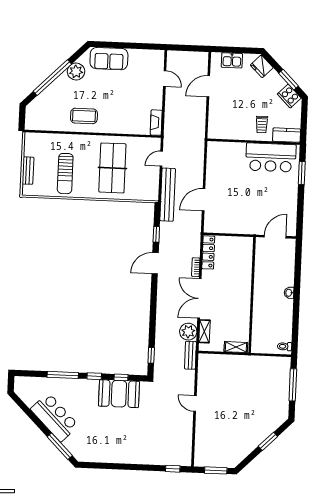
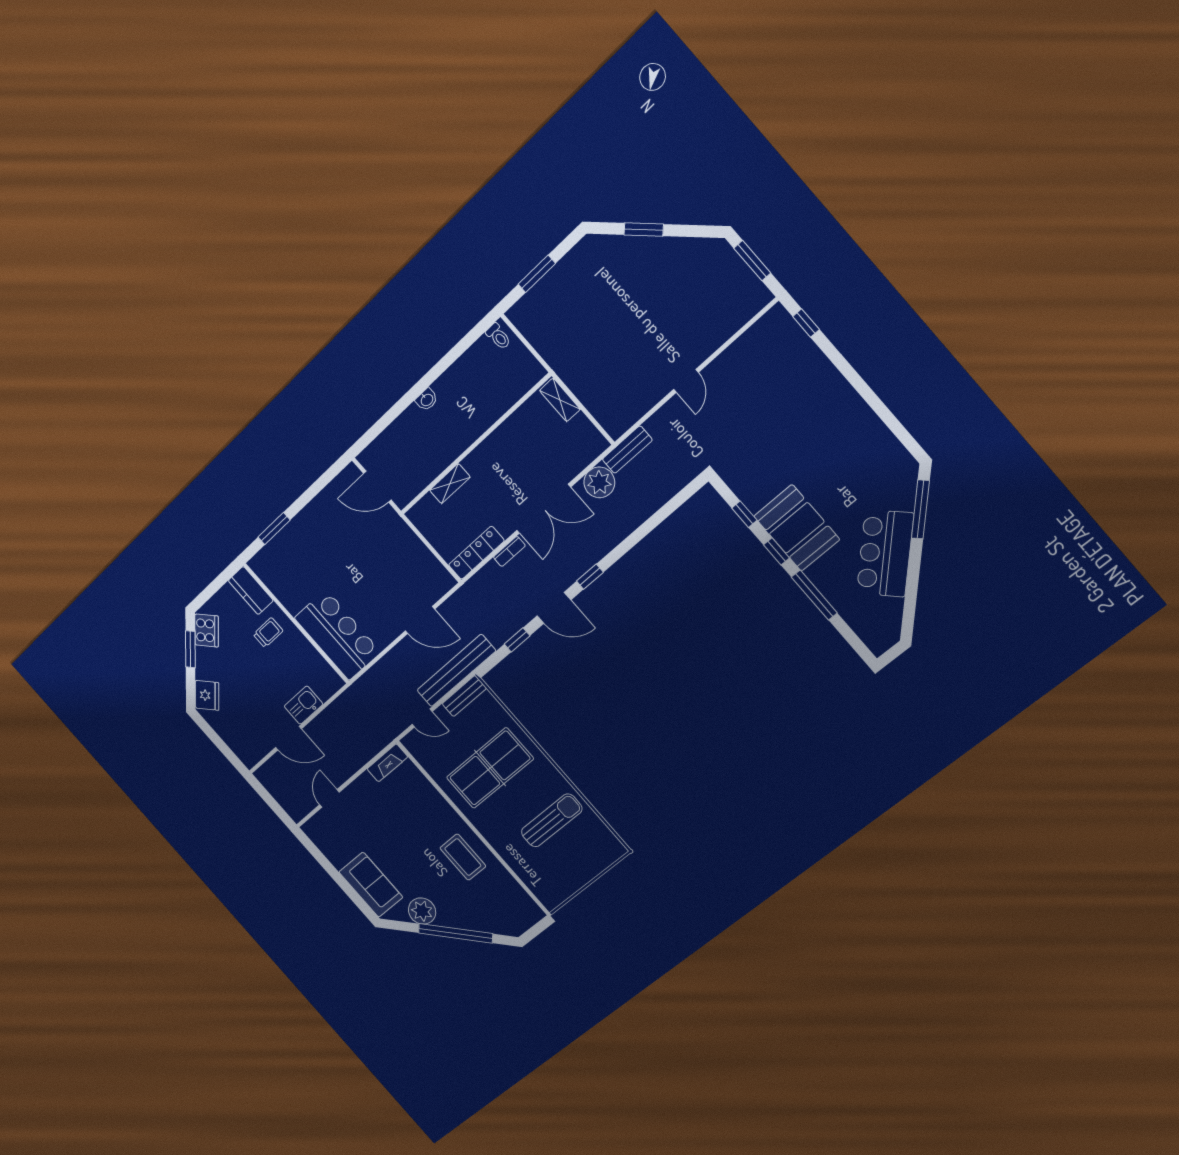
kitchen sink: (232, 60) -> (304, 705), moved, turned -90
bar counter: (271, 157) -> (337, 635), moved
bench: (28, 171) -> (464, 696), moved
shelving: (204, 331) -> (450, 484), moved
window: (151, 355) -> (590, 577), moved
window: (293, 385) -> (537, 274), width x0.69
booth: (119, 394) -> (797, 528), moved

